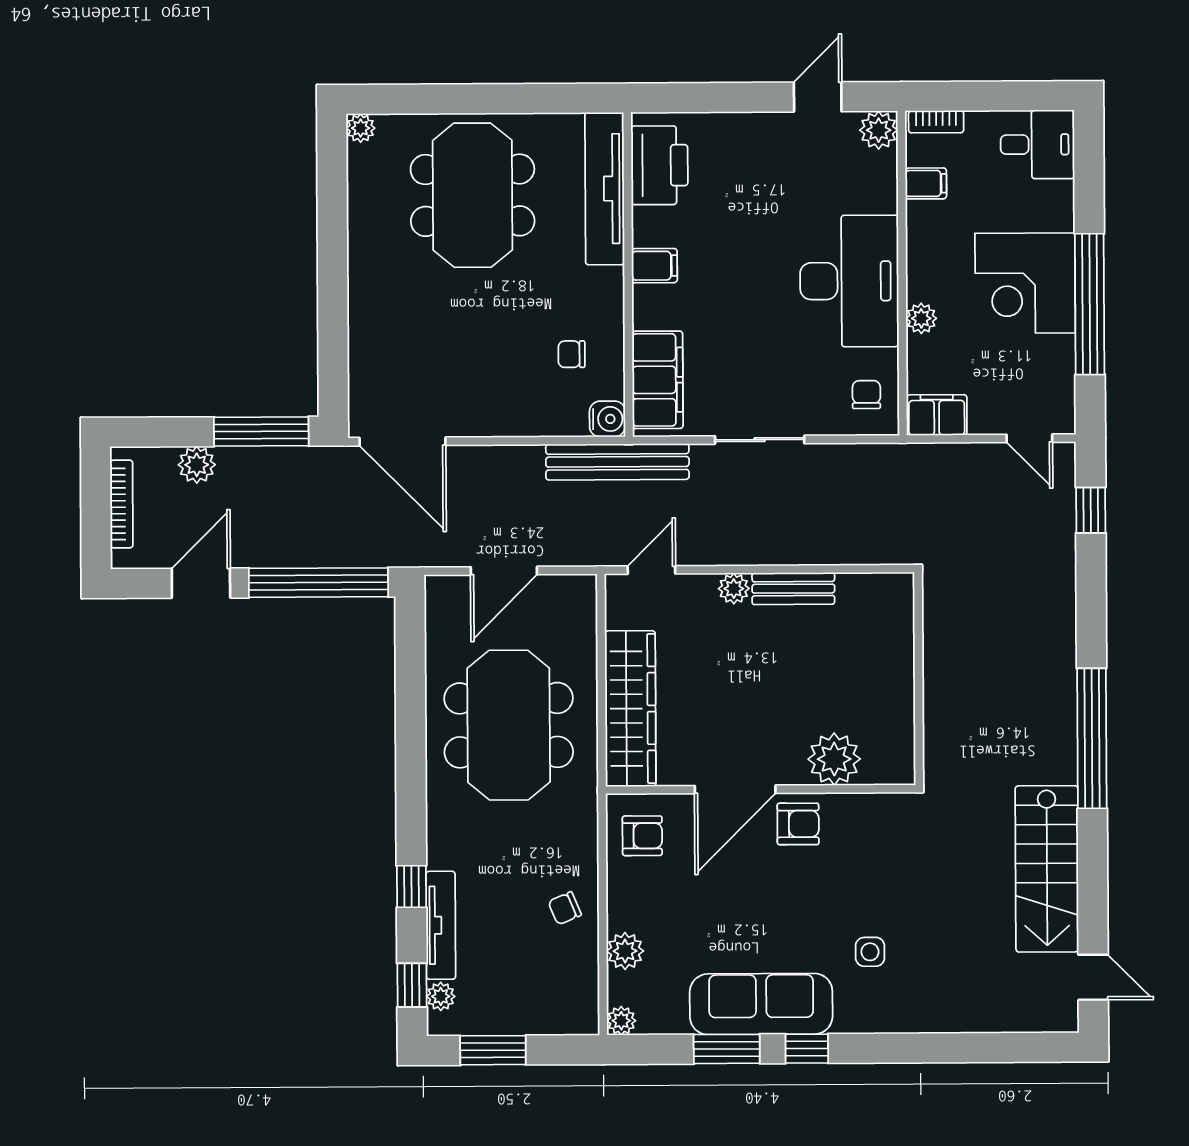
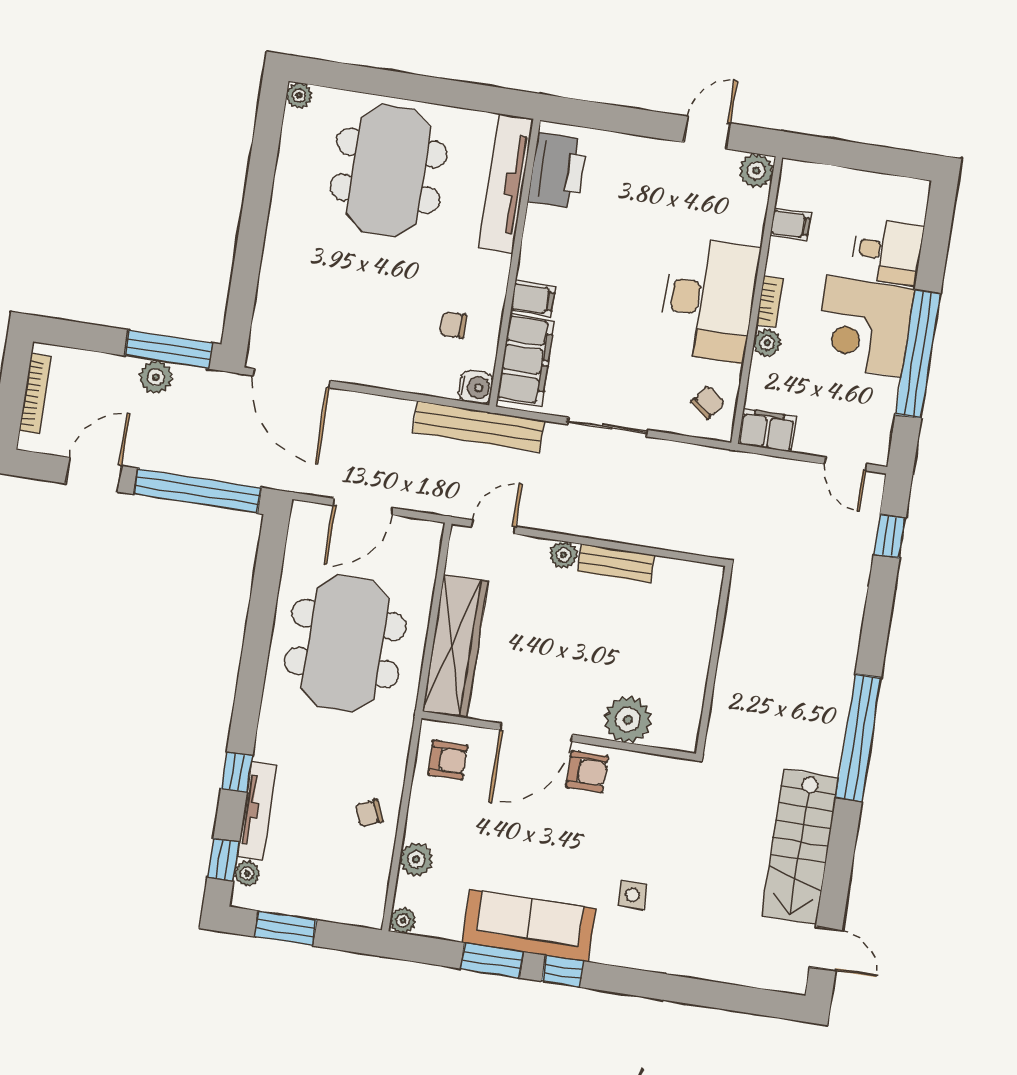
bookcase: (936, 122) -> (770, 302), moved, turned -90
desk: (1037, 144) -> (887, 251), moved
filing cabinet: (654, 266) -> (533, 299), moved
chair: (866, 395) -> (708, 402), turned 39
plant: (197, 465) -> (156, 377), moved

